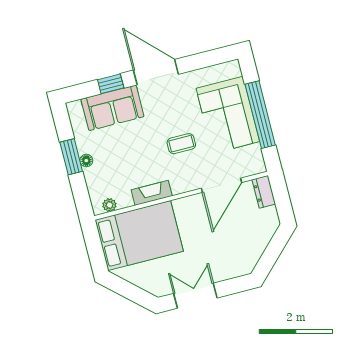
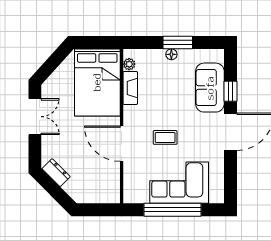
coffee table: (181, 144) -> (165, 137), turned 90
door: (221, 185) -> (122, 144), moved
dresser: (264, 192) -> (56, 173), moved, turned 45
fireplace: (152, 193) -> (130, 88), moved

